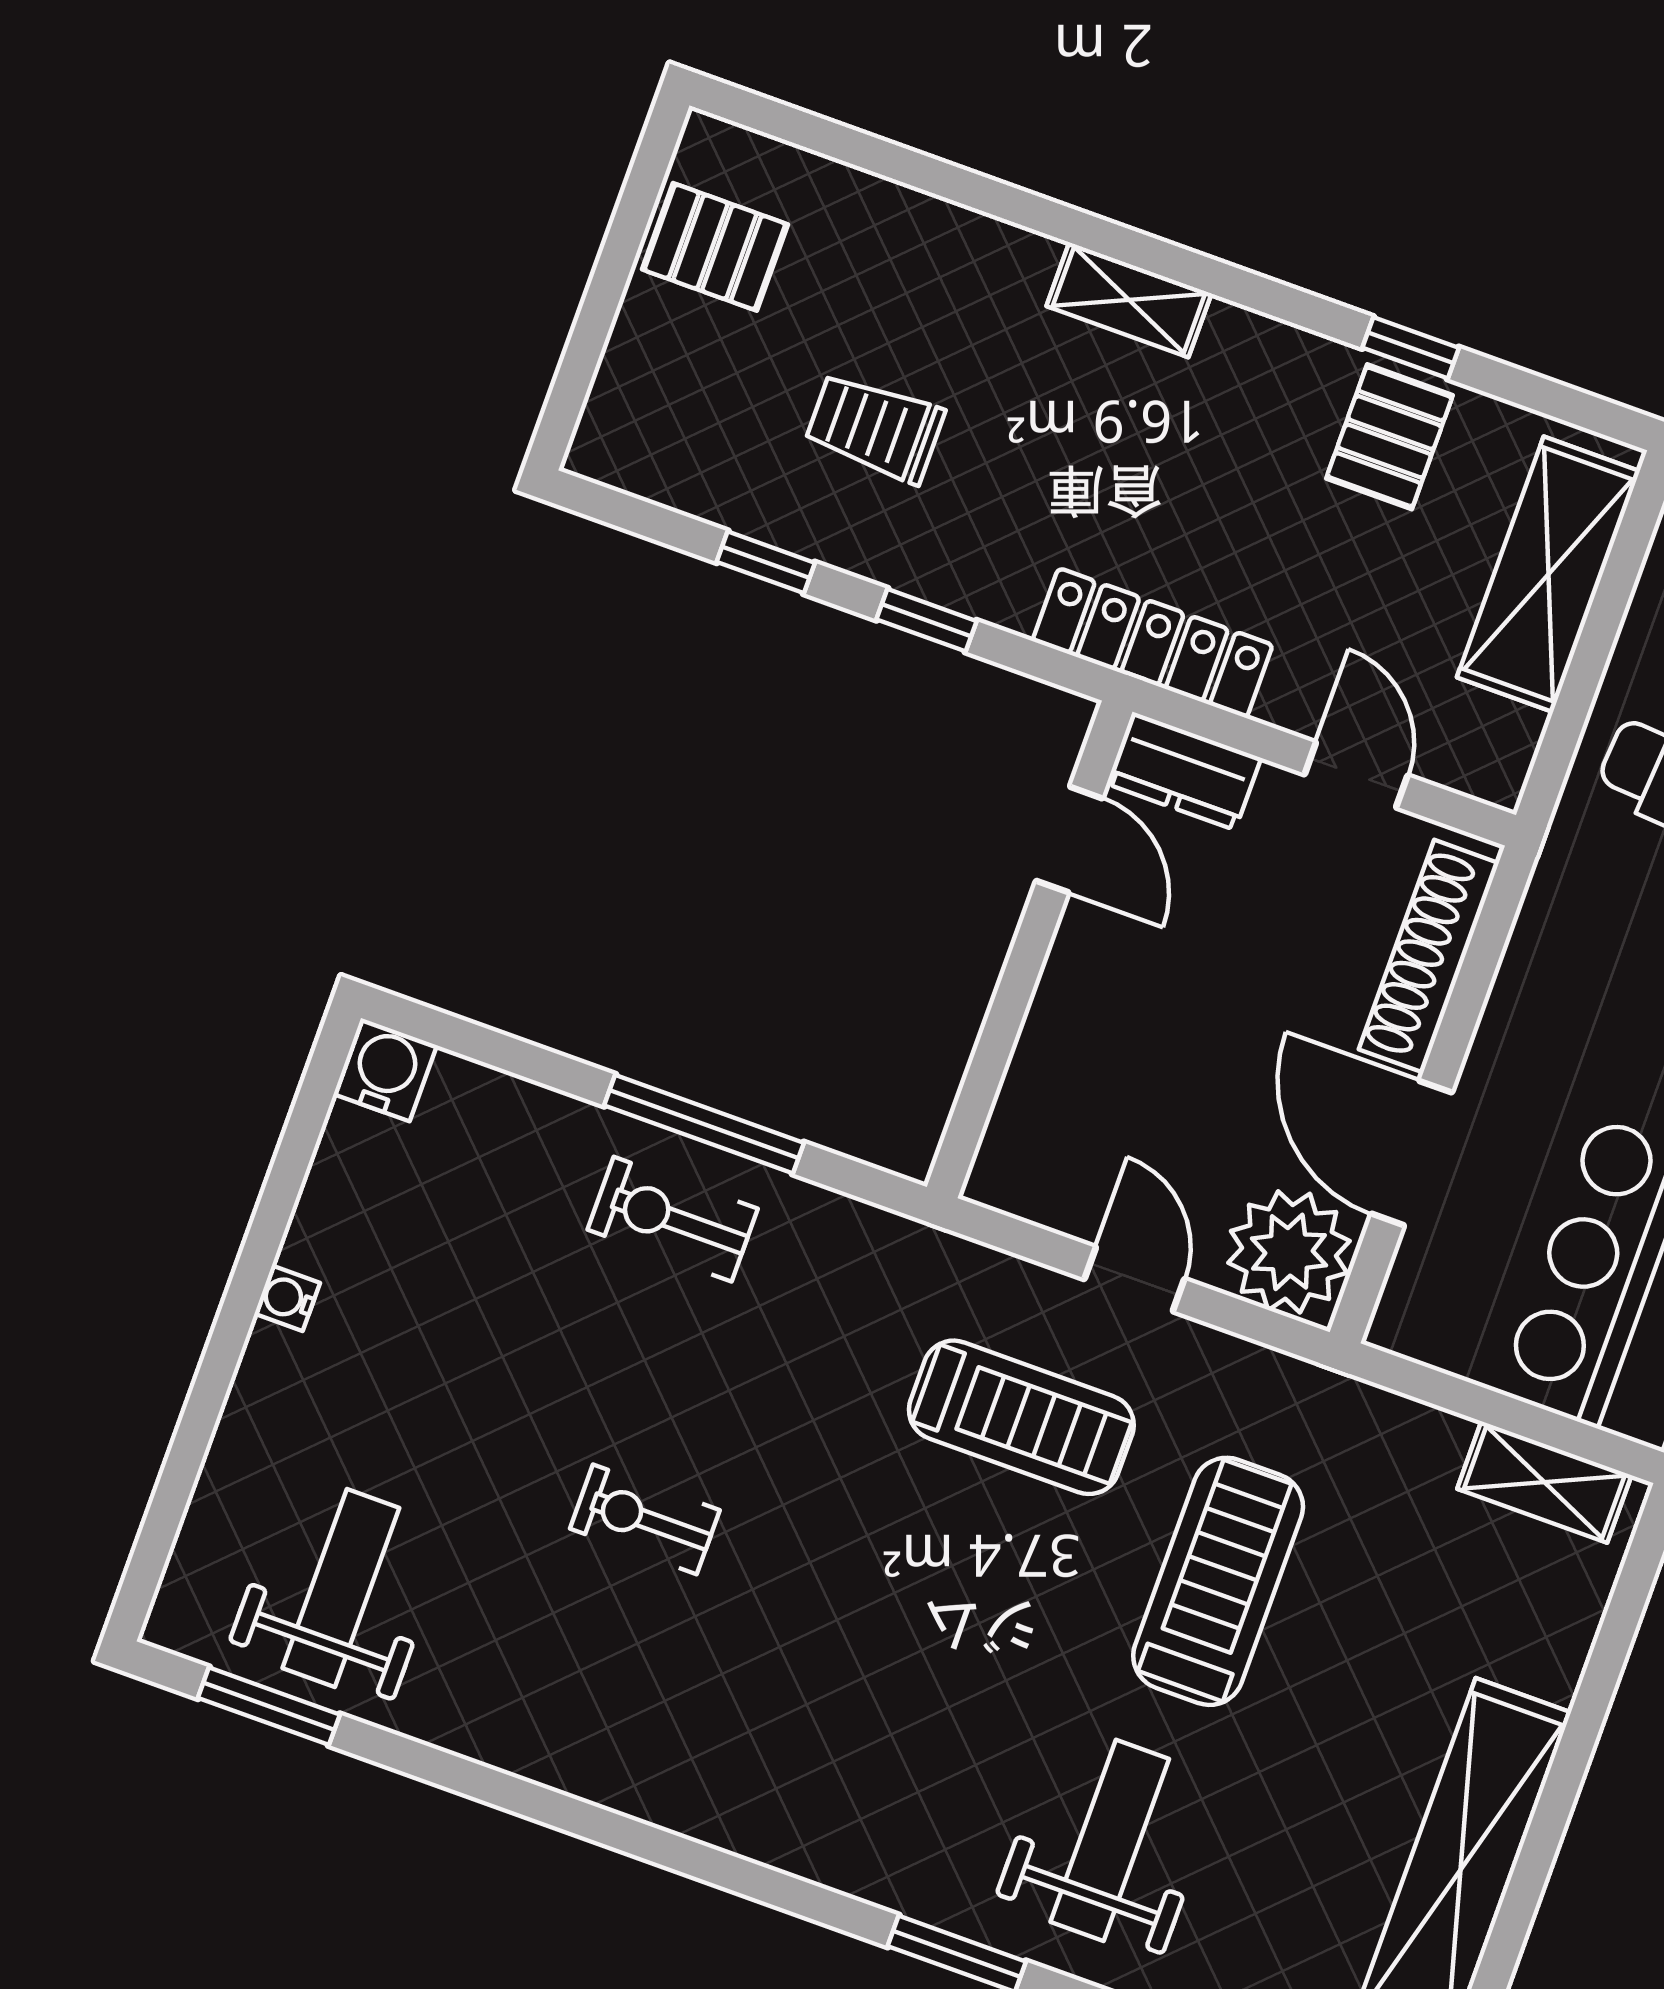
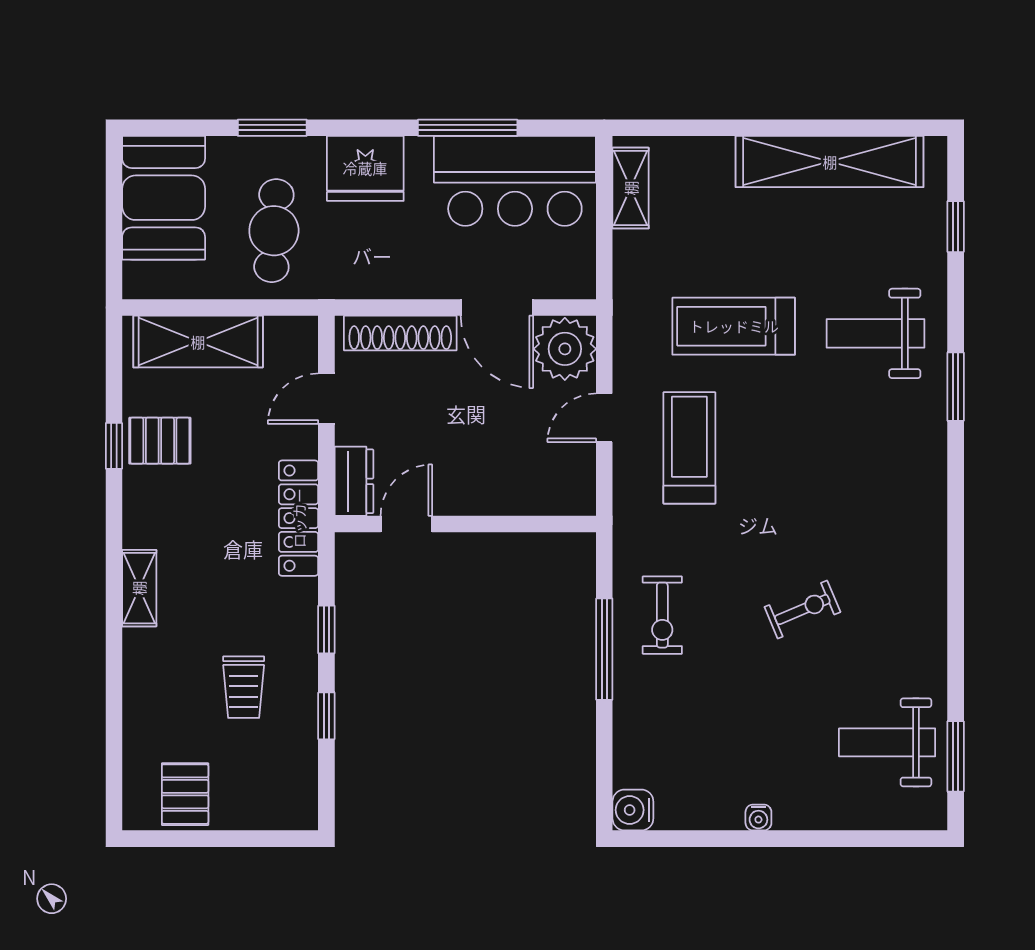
door: (1412, 1153) -> (497, 307), hinge flipped
exercise bike: (673, 1219) -> (662, 615), moved
exercise bike: (645, 1519) -> (802, 610), turned -113

